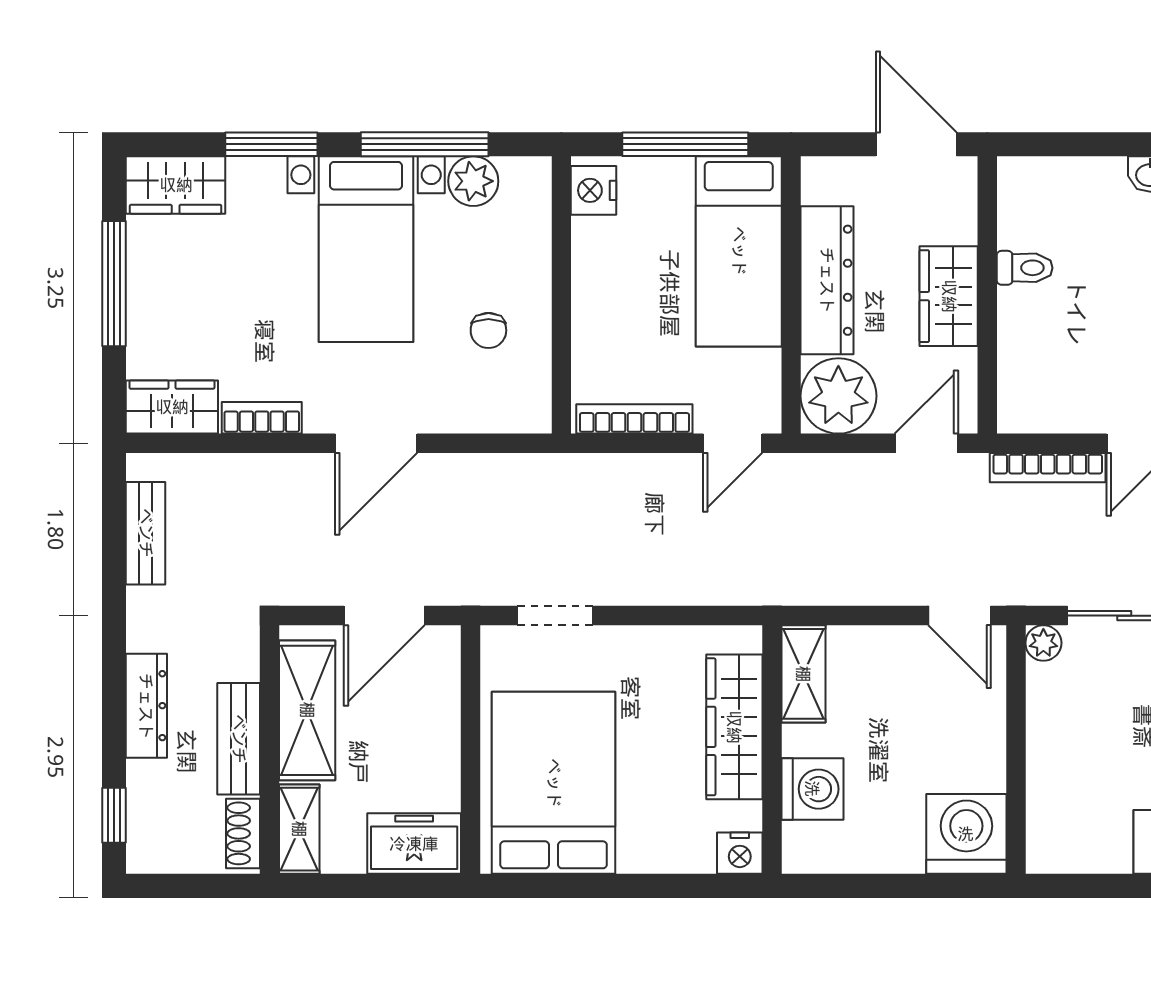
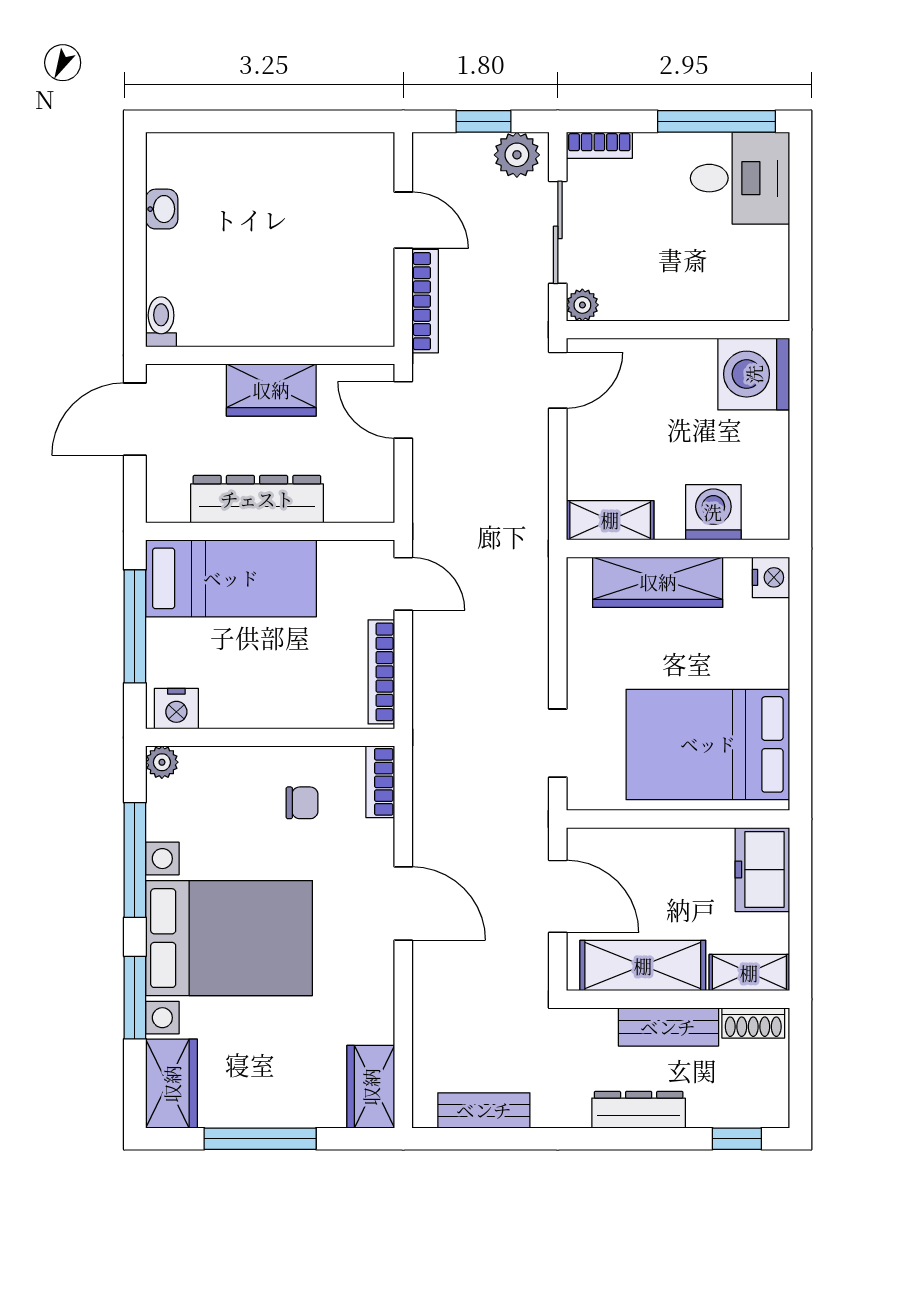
plant: (473, 181) -> (162, 762), moved, width x0.73, depth x0.73
bed with nightstands: (366, 249) -> (229, 938), width x1.36
toilet: (1025, 268) -> (161, 322), moved
plant: (838, 396) -> (361, 489), removed
bookcase: (262, 418) -> (380, 782), moved

